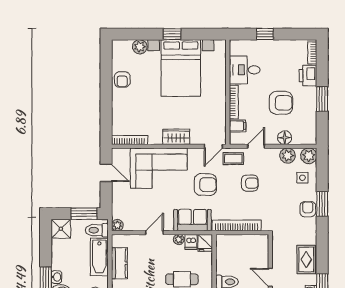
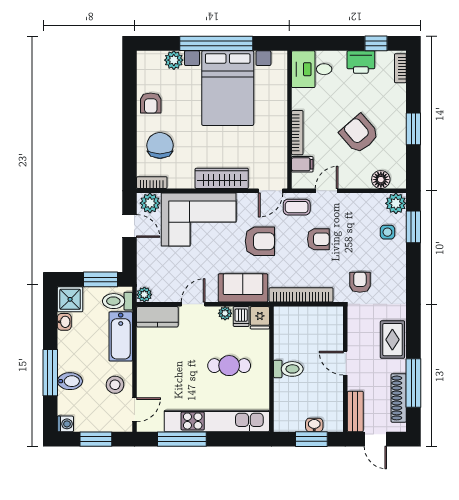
window: (172, 34) -> (216, 43), width x3.17
window: (265, 34) -> (376, 43), moved
desk: (245, 70) -> (312, 69), moved
printer: (308, 76) -> (361, 62), moved, turned -90
armchair: (281, 103) -> (359, 134), turned -131
chair: (129, 112) -> (160, 145), added
wardrobe: (176, 137) -> (222, 178), width x1.50
floor lamp: (285, 138) -> (381, 180), moved
bookcase: (130, 140) -> (152, 183), width x0.64
plant: (288, 156) -> (150, 203), moved
window: (322, 204) -> (413, 227), moved
armchair: (308, 209) -> (360, 282), moved
kitchen counter: (119, 263) -> (157, 317), moved, turned 90
washbasin: (56, 277) -> (64, 322), moved

